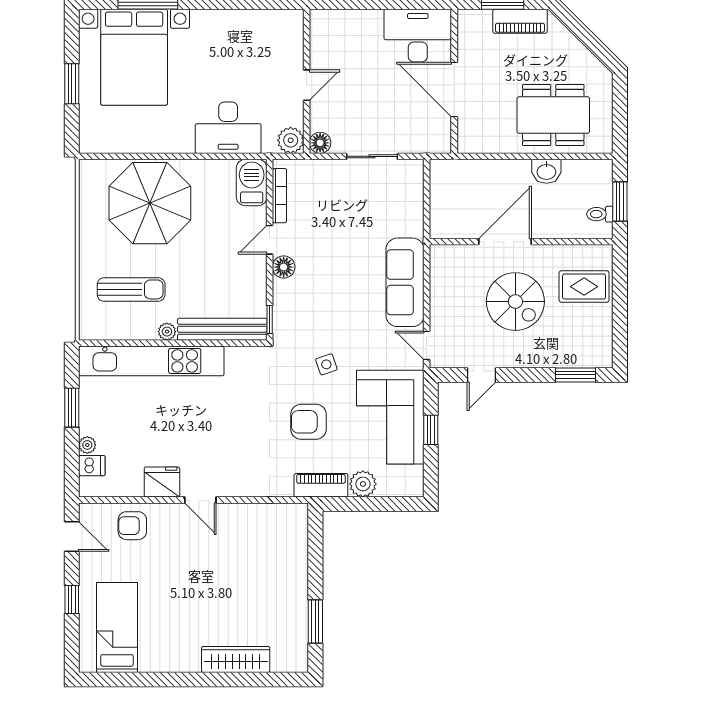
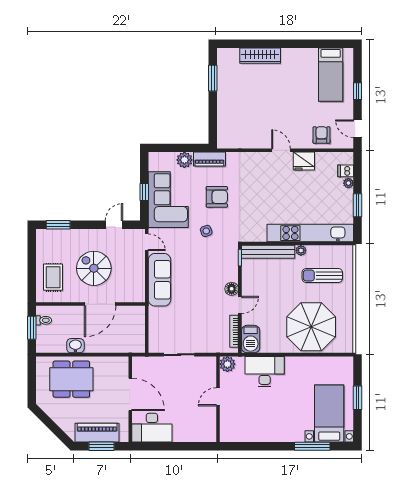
piano: (520, 21) -> (97, 433), width x1.37, depth x1.33
bed with nightstands: (134, 57) -> (329, 414), width x0.73
floor lamp: (320, 143) -> (210, 363), removed
rug: (584, 287) -> (53, 277), turned 90
armchair: (132, 526) -> (322, 135), turned -90

